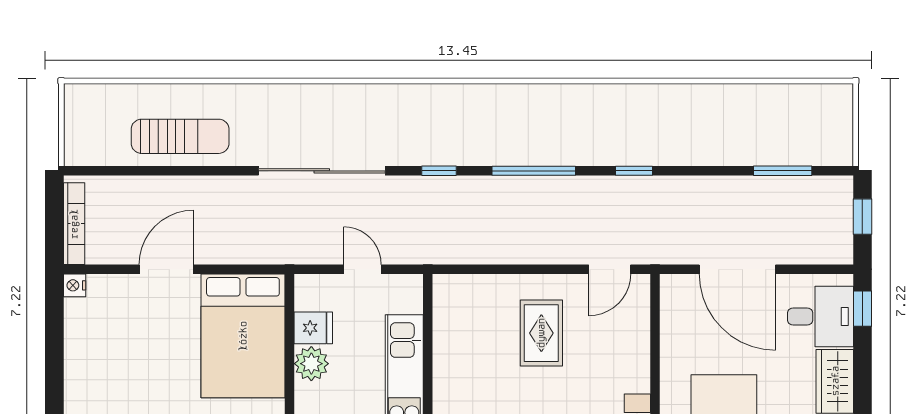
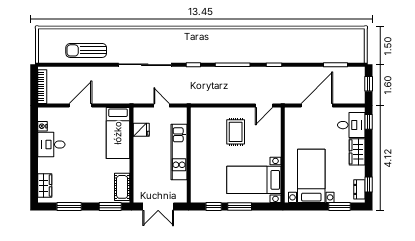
sun lounger: (180, 136) -> (86, 50), turned 180
door: (737, 269) -> (317, 105), swing flipped
nightstand: (75, 285) -> (42, 126), moved
bed: (243, 336) -> (118, 133), width x0.67
desk: (96, 364) -> (51, 144), added
plant: (311, 364) -> (140, 145), removed

